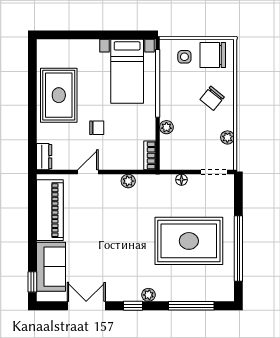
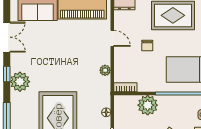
plant: (166, 127) -> (148, 105), width x1.87, depth x1.87
plant: (148, 295) -> (20, 82), width x1.88, depth x1.88

